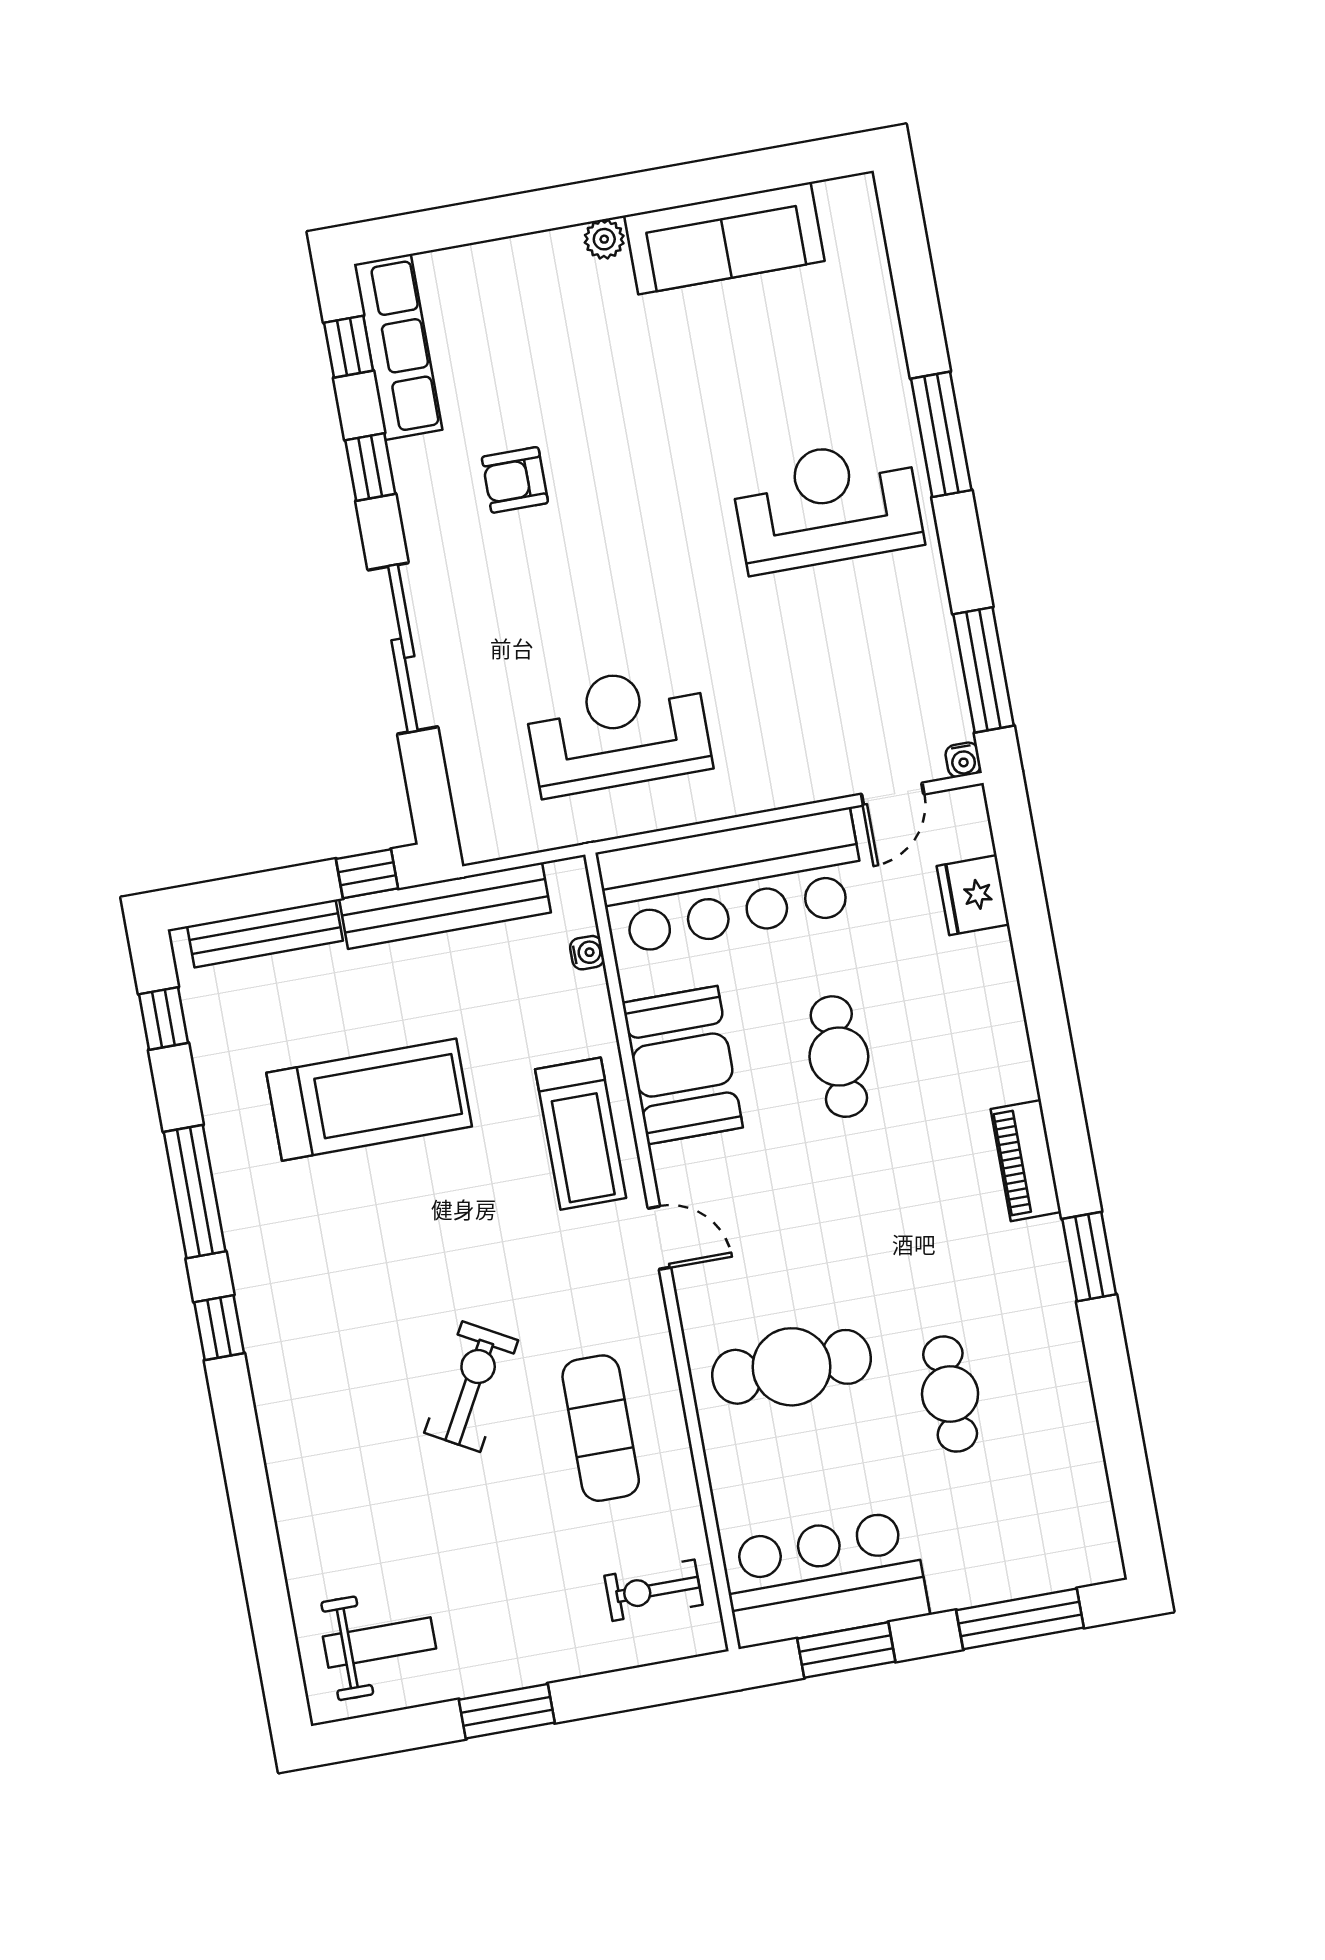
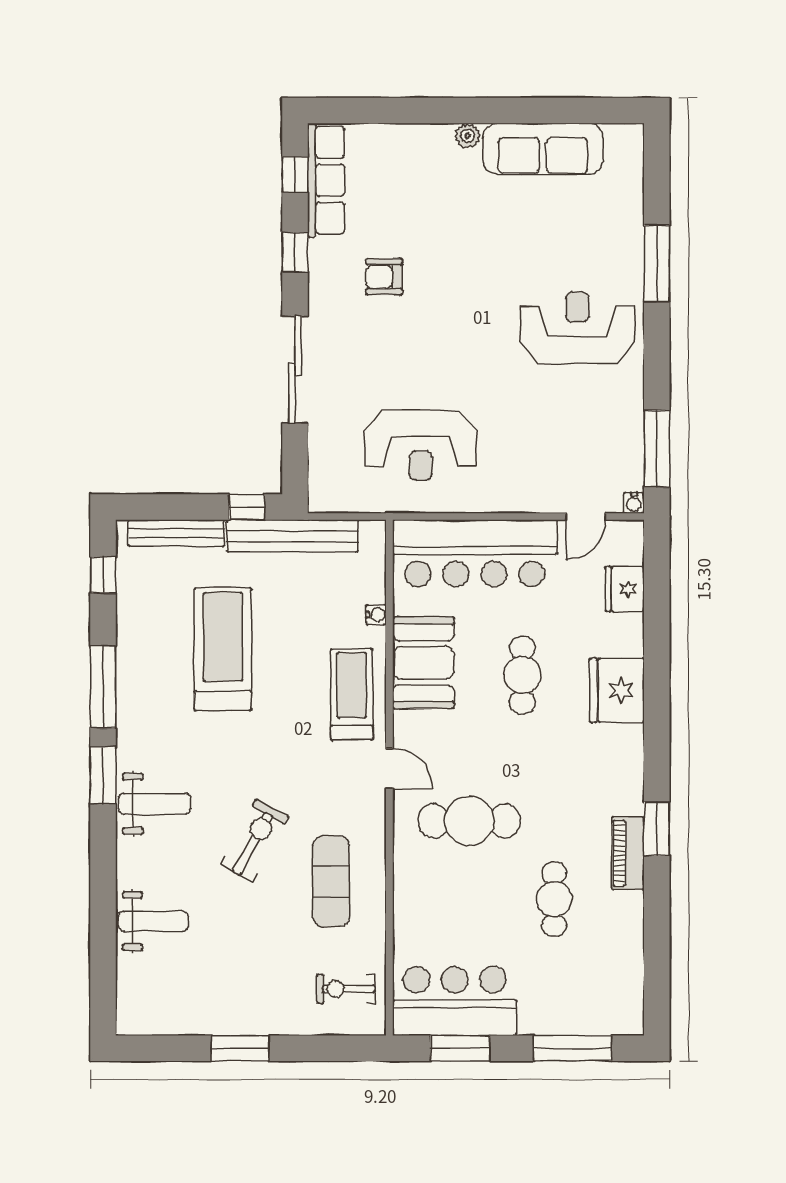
window: (941, 434) -> (657, 263), moved
reception desk: (618, 730) -> (421, 445), turned 180
water cooler: (587, 953) -> (376, 615), moved
fridge: (989, 1054) -> (617, 690), added
treadmill: (369, 1100) -> (223, 649), turned -90
treadmill: (581, 1134) -> (352, 694), turned 180
piano: (1026, 1161) -> (628, 853), moved
window: (219, 1328) -> (103, 775), width x1.50
weight bench: (307, 1357) -> (155, 804), added
cafe table: (792, 1367) -> (469, 821), moved
weight bench: (380, 1642) -> (153, 921), moved

